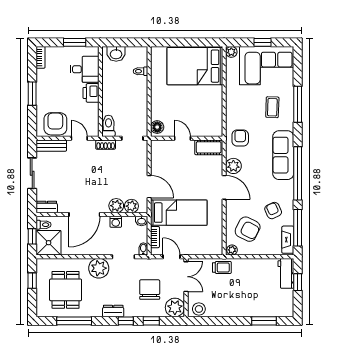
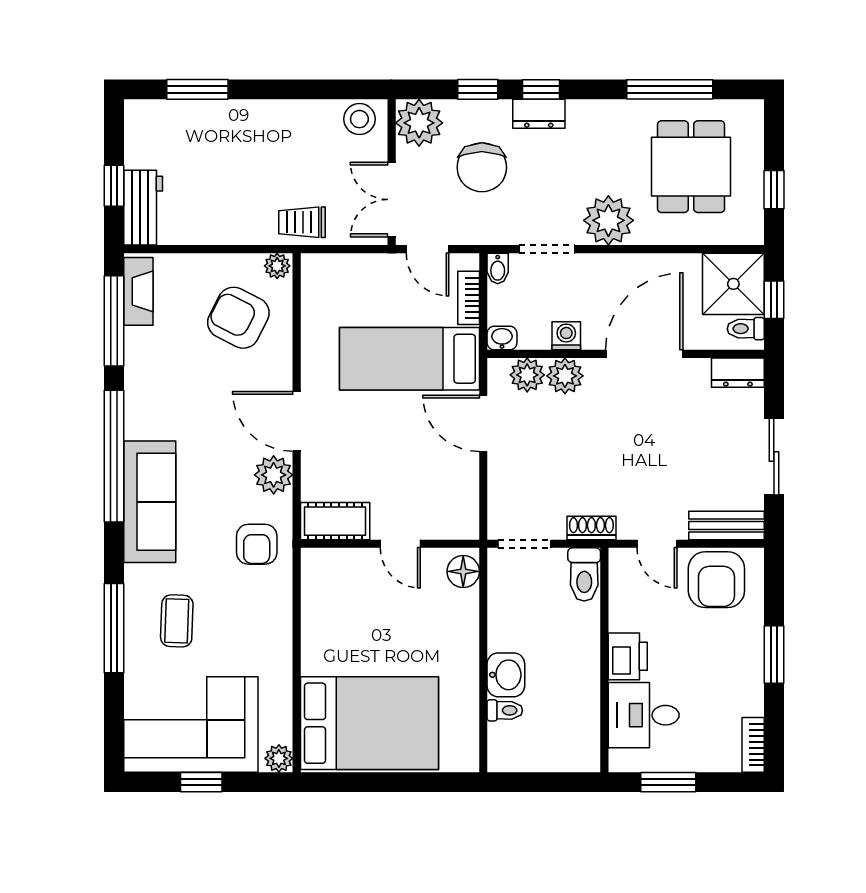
washbasin: (116, 54) -> (506, 675), moved, turned 90
armchair: (273, 211) -> (175, 364), removed
dresser: (113, 311) -> (539, 114), moved

